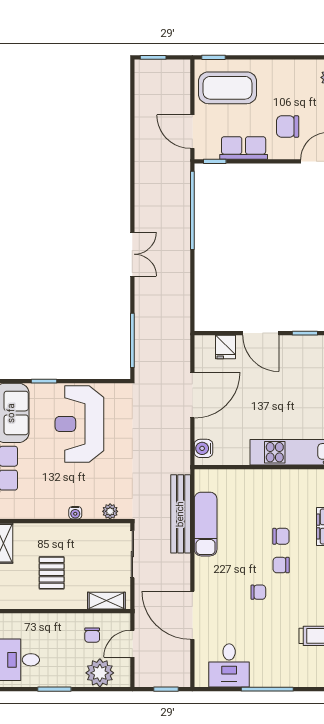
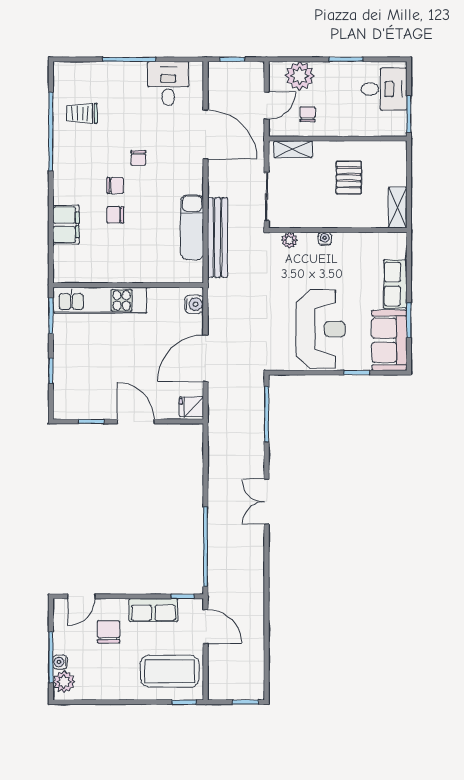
chair: (288, 127) -> (109, 632), turned -90
fridge: (225, 347) -> (191, 407), moved, turned -90
chair: (258, 592) -> (138, 158), turned -90

